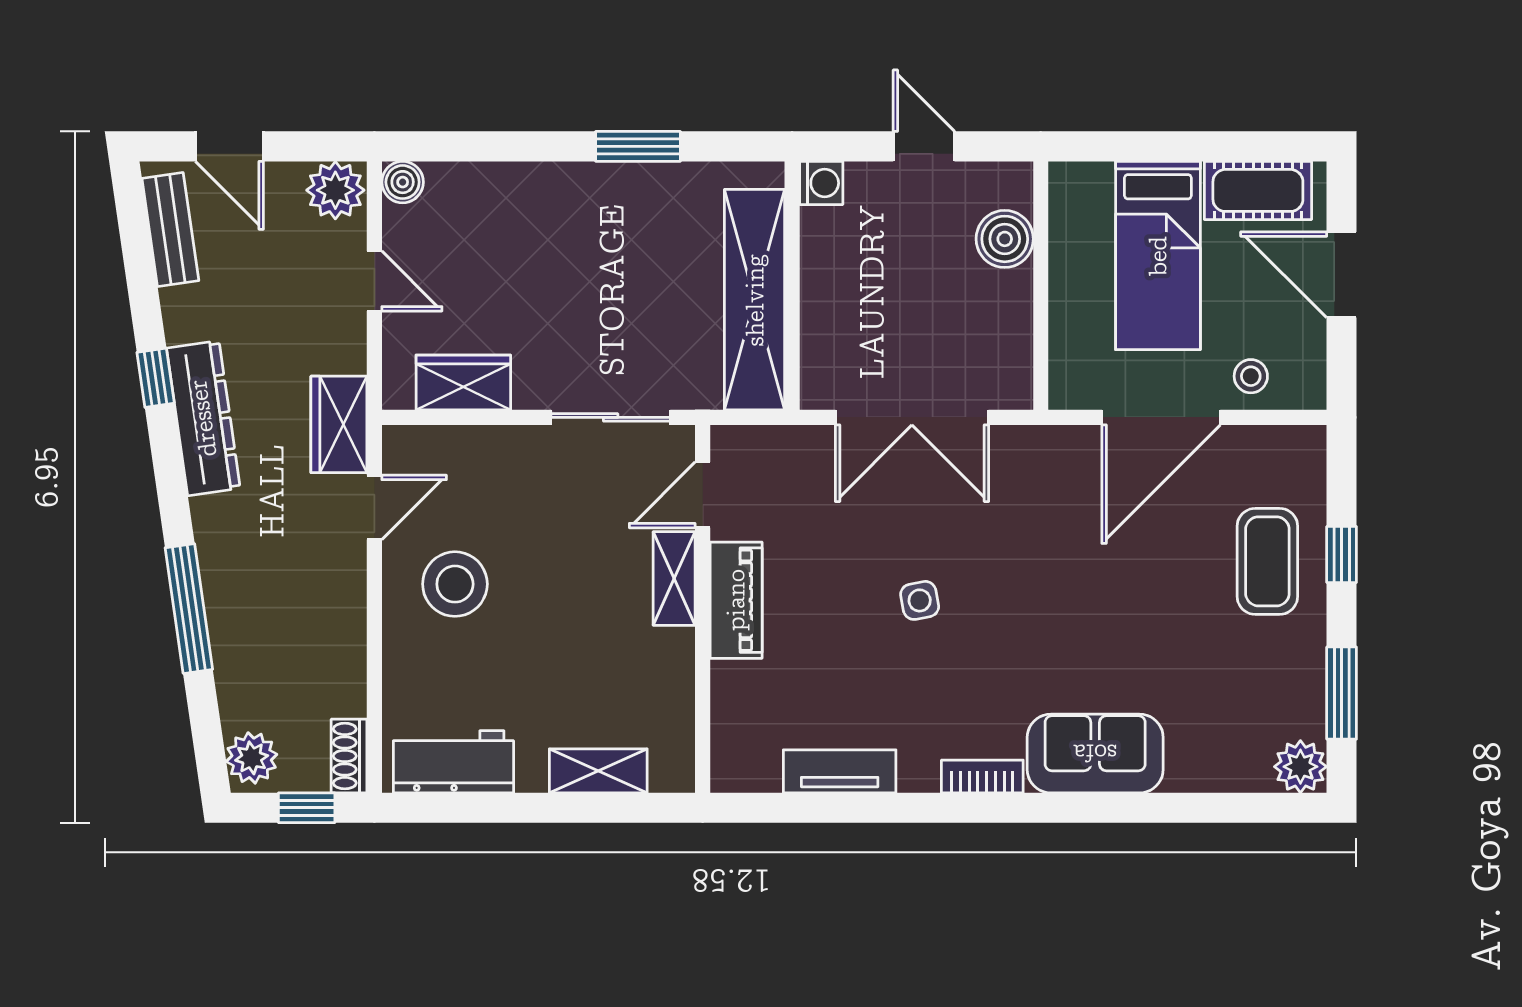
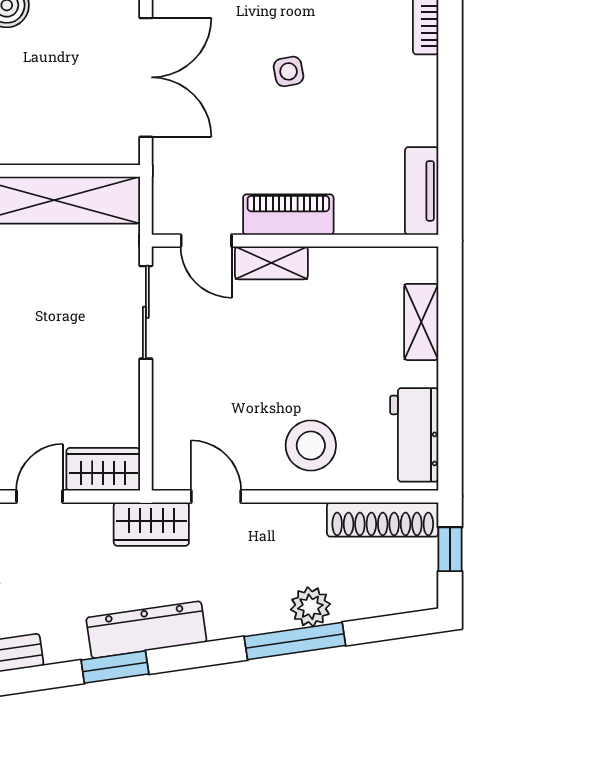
window: (156, 378) -> (115, 667), width x1.50
wardrobe: (463, 383) -> (103, 469), moved, turned 90
stool: (455, 584) -> (311, 445), moved
shoe rack: (349, 756) -> (383, 519), width x1.94, depth x1.24
plant: (252, 758) -> (310, 607), moved
tv unit: (840, 771) -> (422, 191), moved

